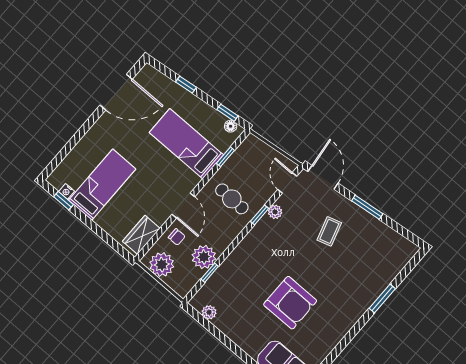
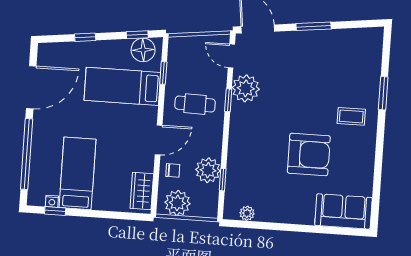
floor lamp: (231, 126) -> (143, 50), width x1.89, depth x1.89
window: (74, 141) -> (27, 154), added
door: (183, 205) -> (159, 140), hinge flipped
plant: (275, 212) -> (246, 88), width x1.88, depth x1.88
coffee table: (329, 231) -> (351, 116), moved, turned -73

